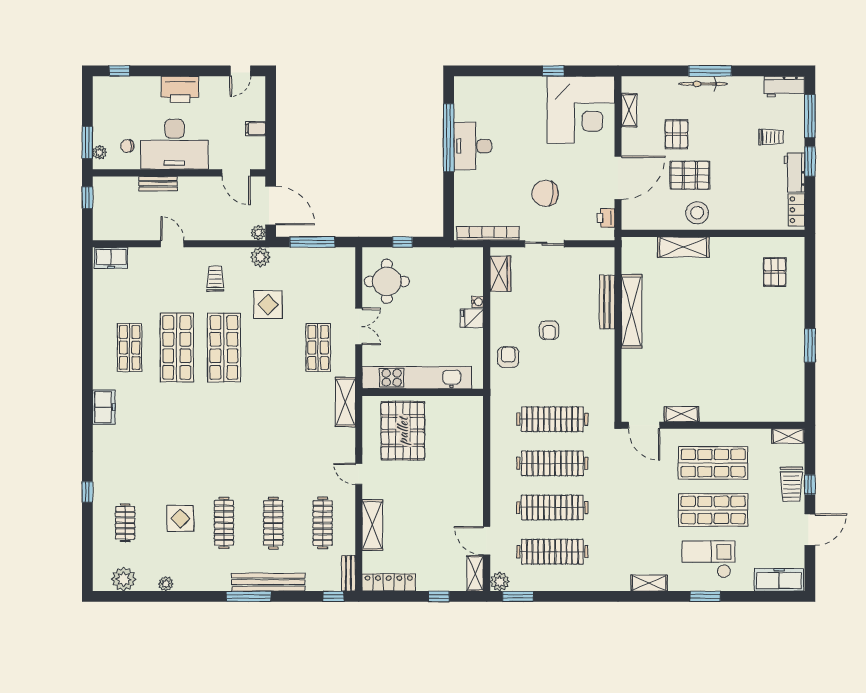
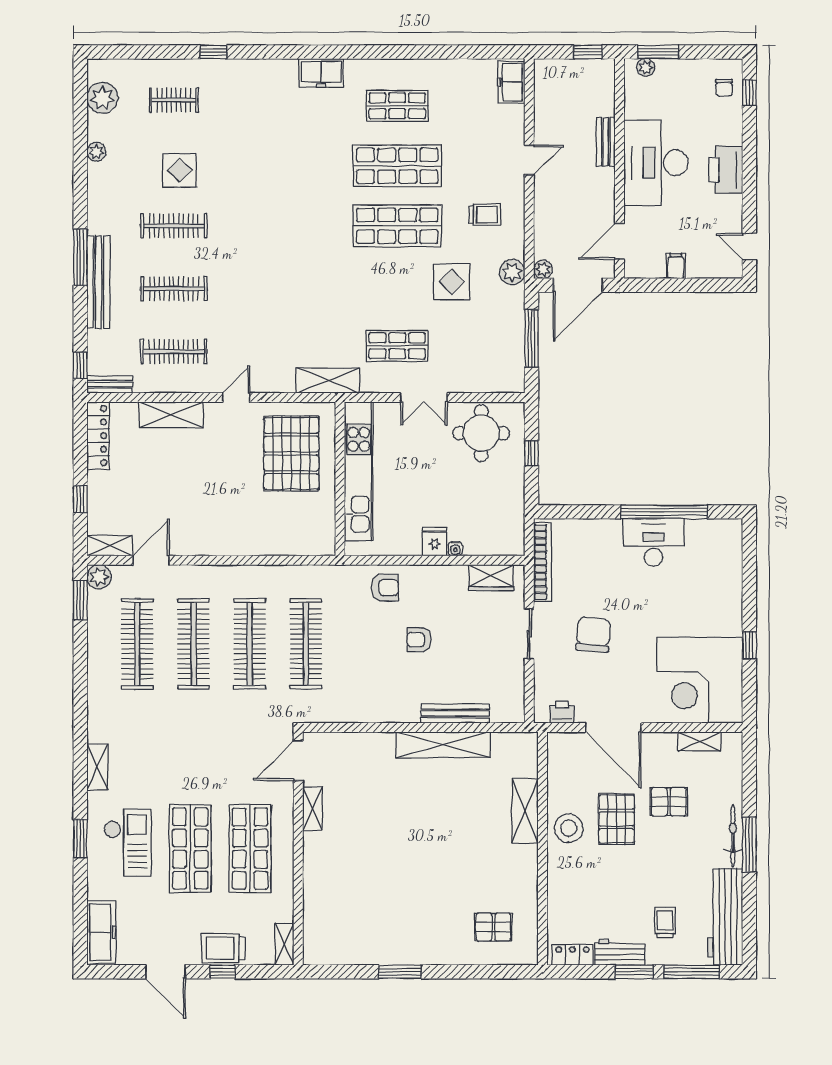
workbench: (784, 86) -> (725, 917), width x1.88, depth x1.32
trolley: (771, 137) -> (665, 922), turned 180
chair: (127, 146) -> (724, 88), moved, turned 180
pallet: (403, 431) -> (291, 454), turned 90

